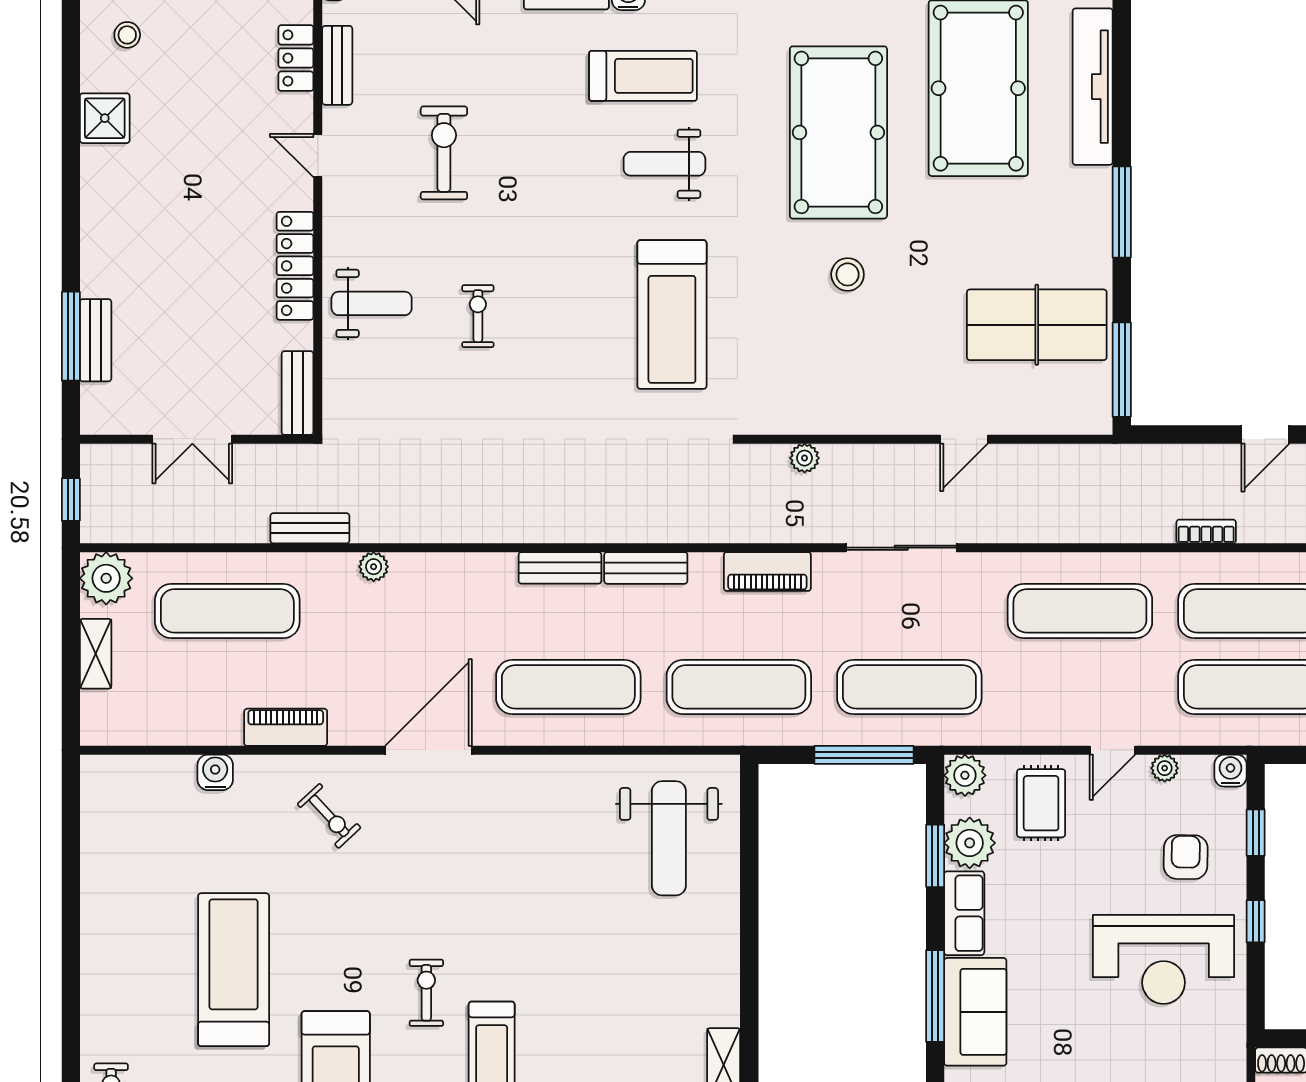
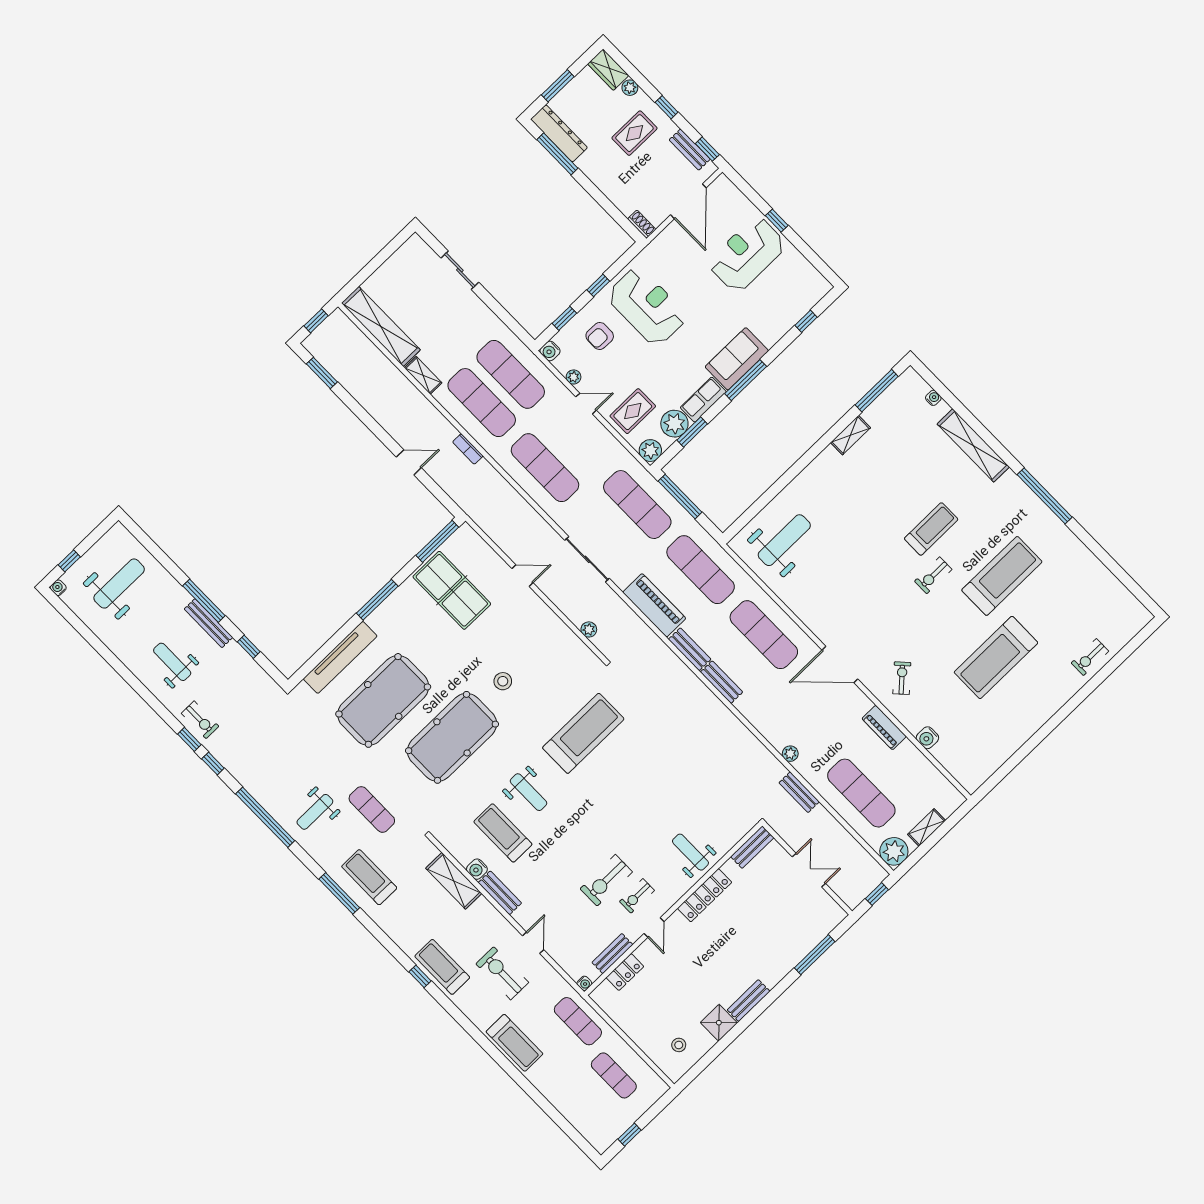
exercise bike: (478, 316) -> (637, 896), moved
bench: (96, 340) -> (749, 1001), moved
piano: (767, 571) -> (654, 605), width x1.37, depth x1.33

